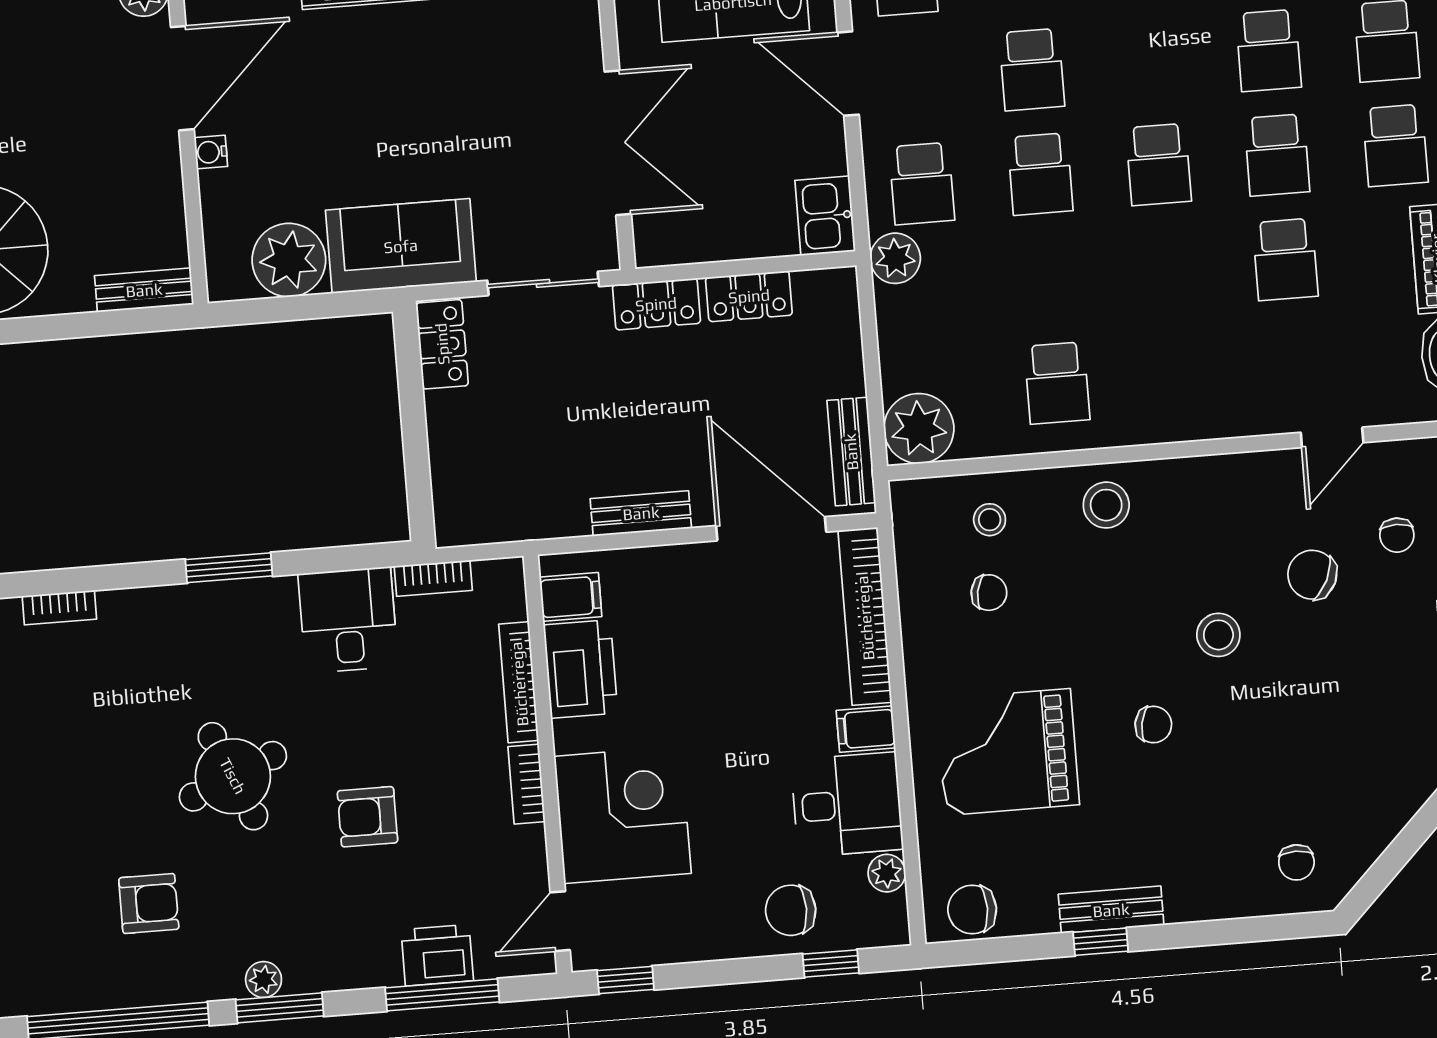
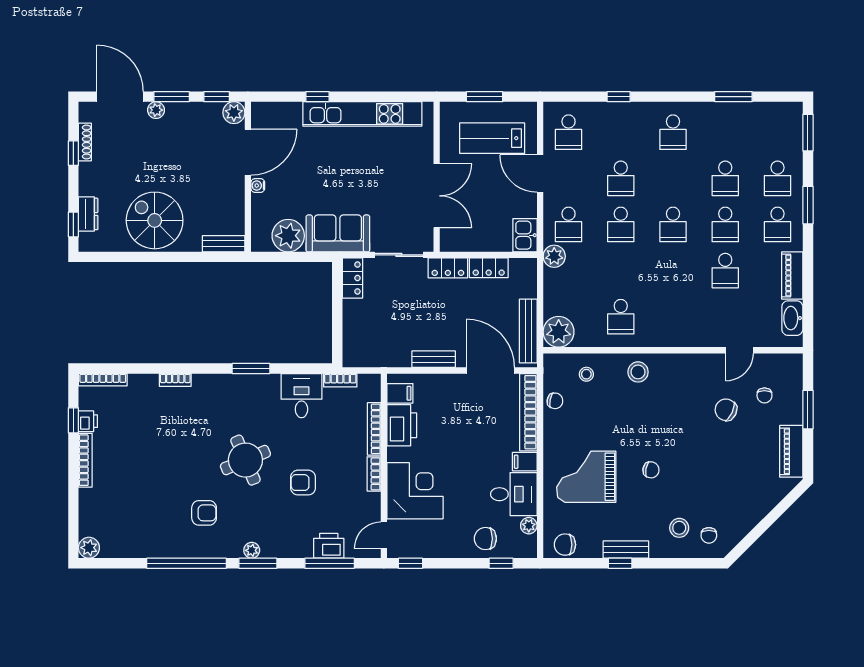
bench: (851, 452) -> (528, 331), width x1.36
chair: (989, 593) -> (555, 401), moved
stool: (1218, 635) -> (679, 528), moved

